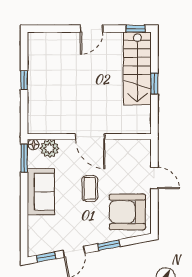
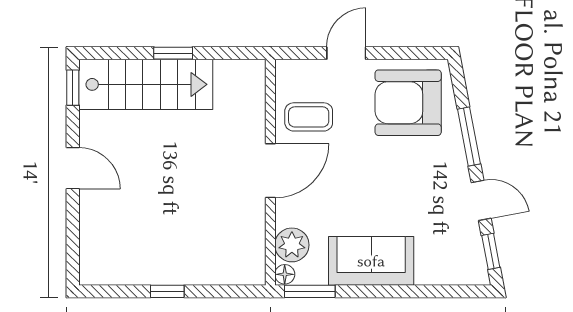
coffee table: (90, 188) -> (309, 117), moved
armchair: (127, 212) -> (408, 103), turned 90
window: (109, 245) -> (469, 137), width x1.50

